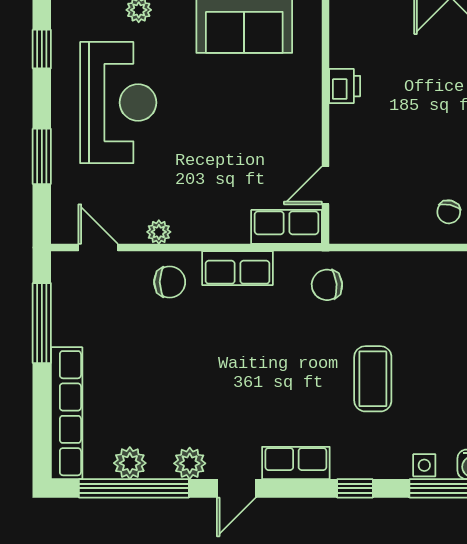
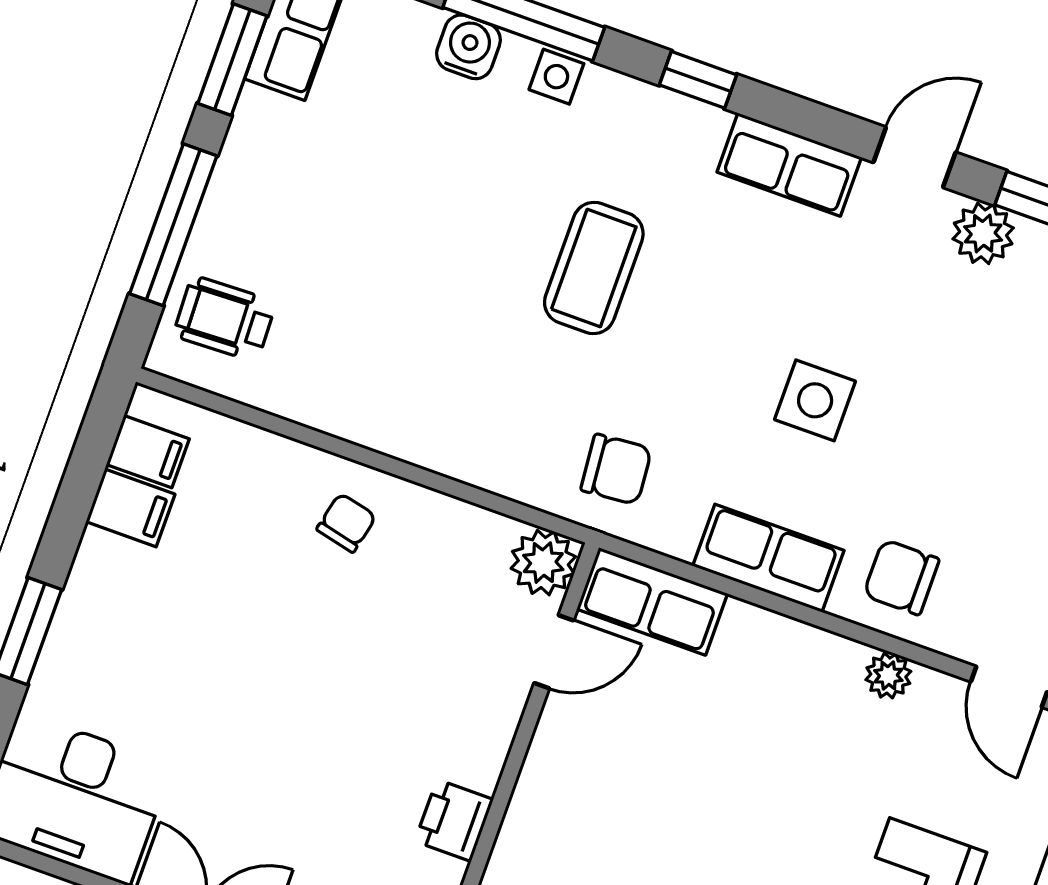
plant: (346, 227) -> (543, 563), added
side table: (242, 353) -> (815, 400), added

